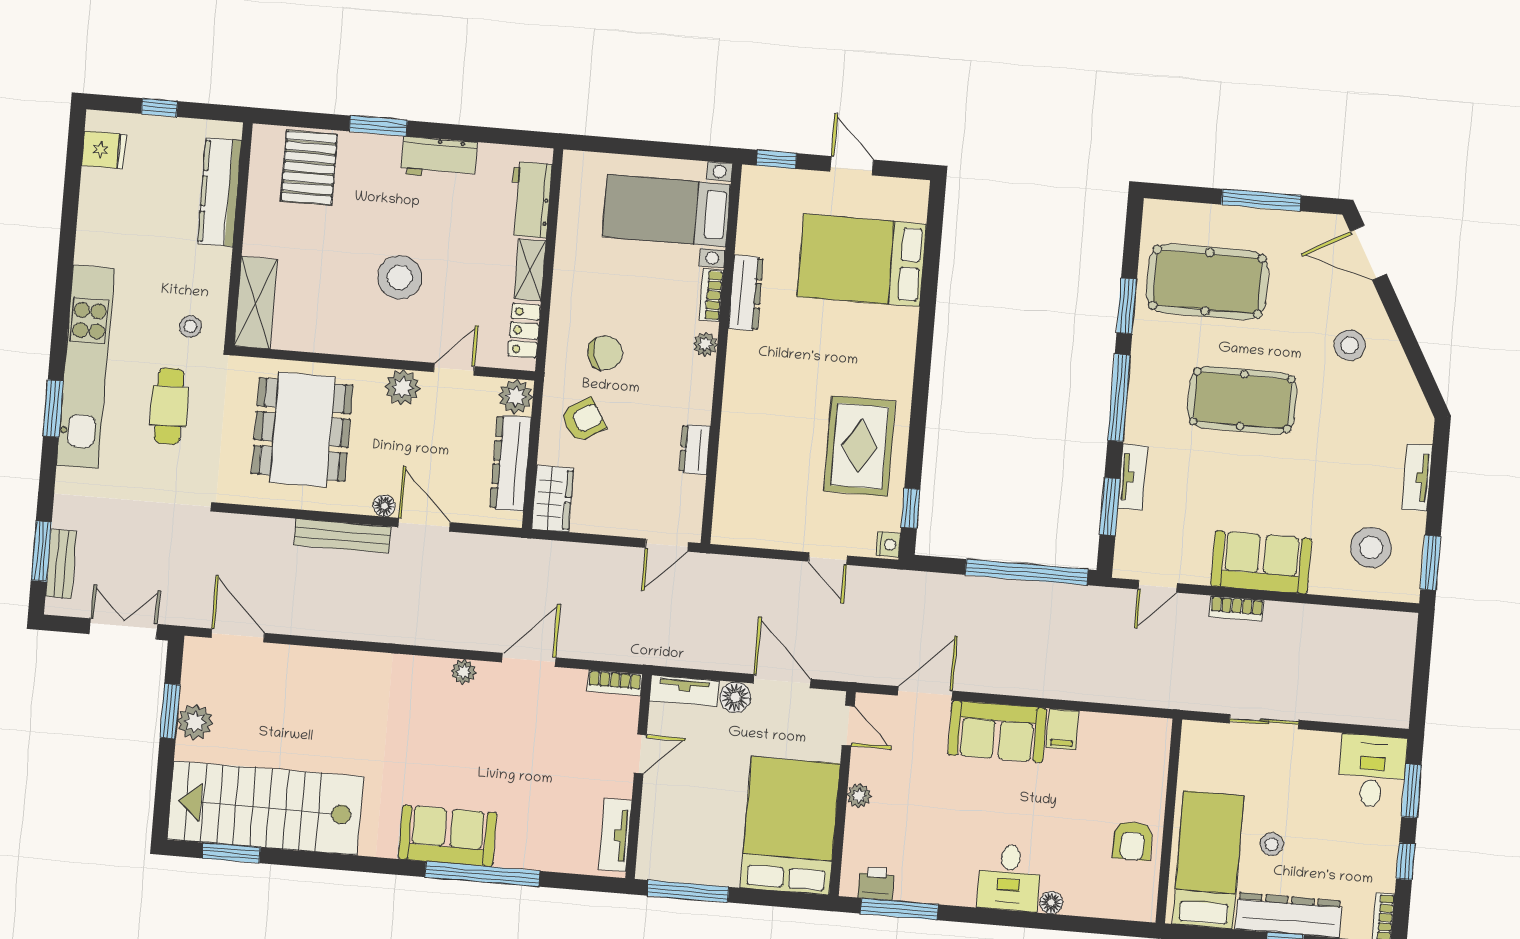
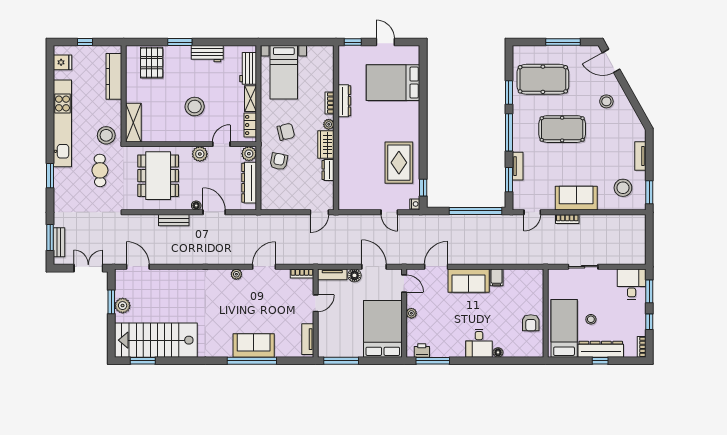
bed with nightstands: (666, 211) -> (284, 72), moved, turned -90
stool: (190, 327) -> (106, 135), width x1.89, depth x1.89
kitchen unit: (86, 367) -> (62, 123), moved
armchair: (583, 420) -> (279, 161), turned -48
wardrobe: (552, 499) -> (326, 145), moved, turned 180
bench: (342, 536) -> (174, 220), width x0.73
sofa: (448, 836) -> (254, 345), moved

